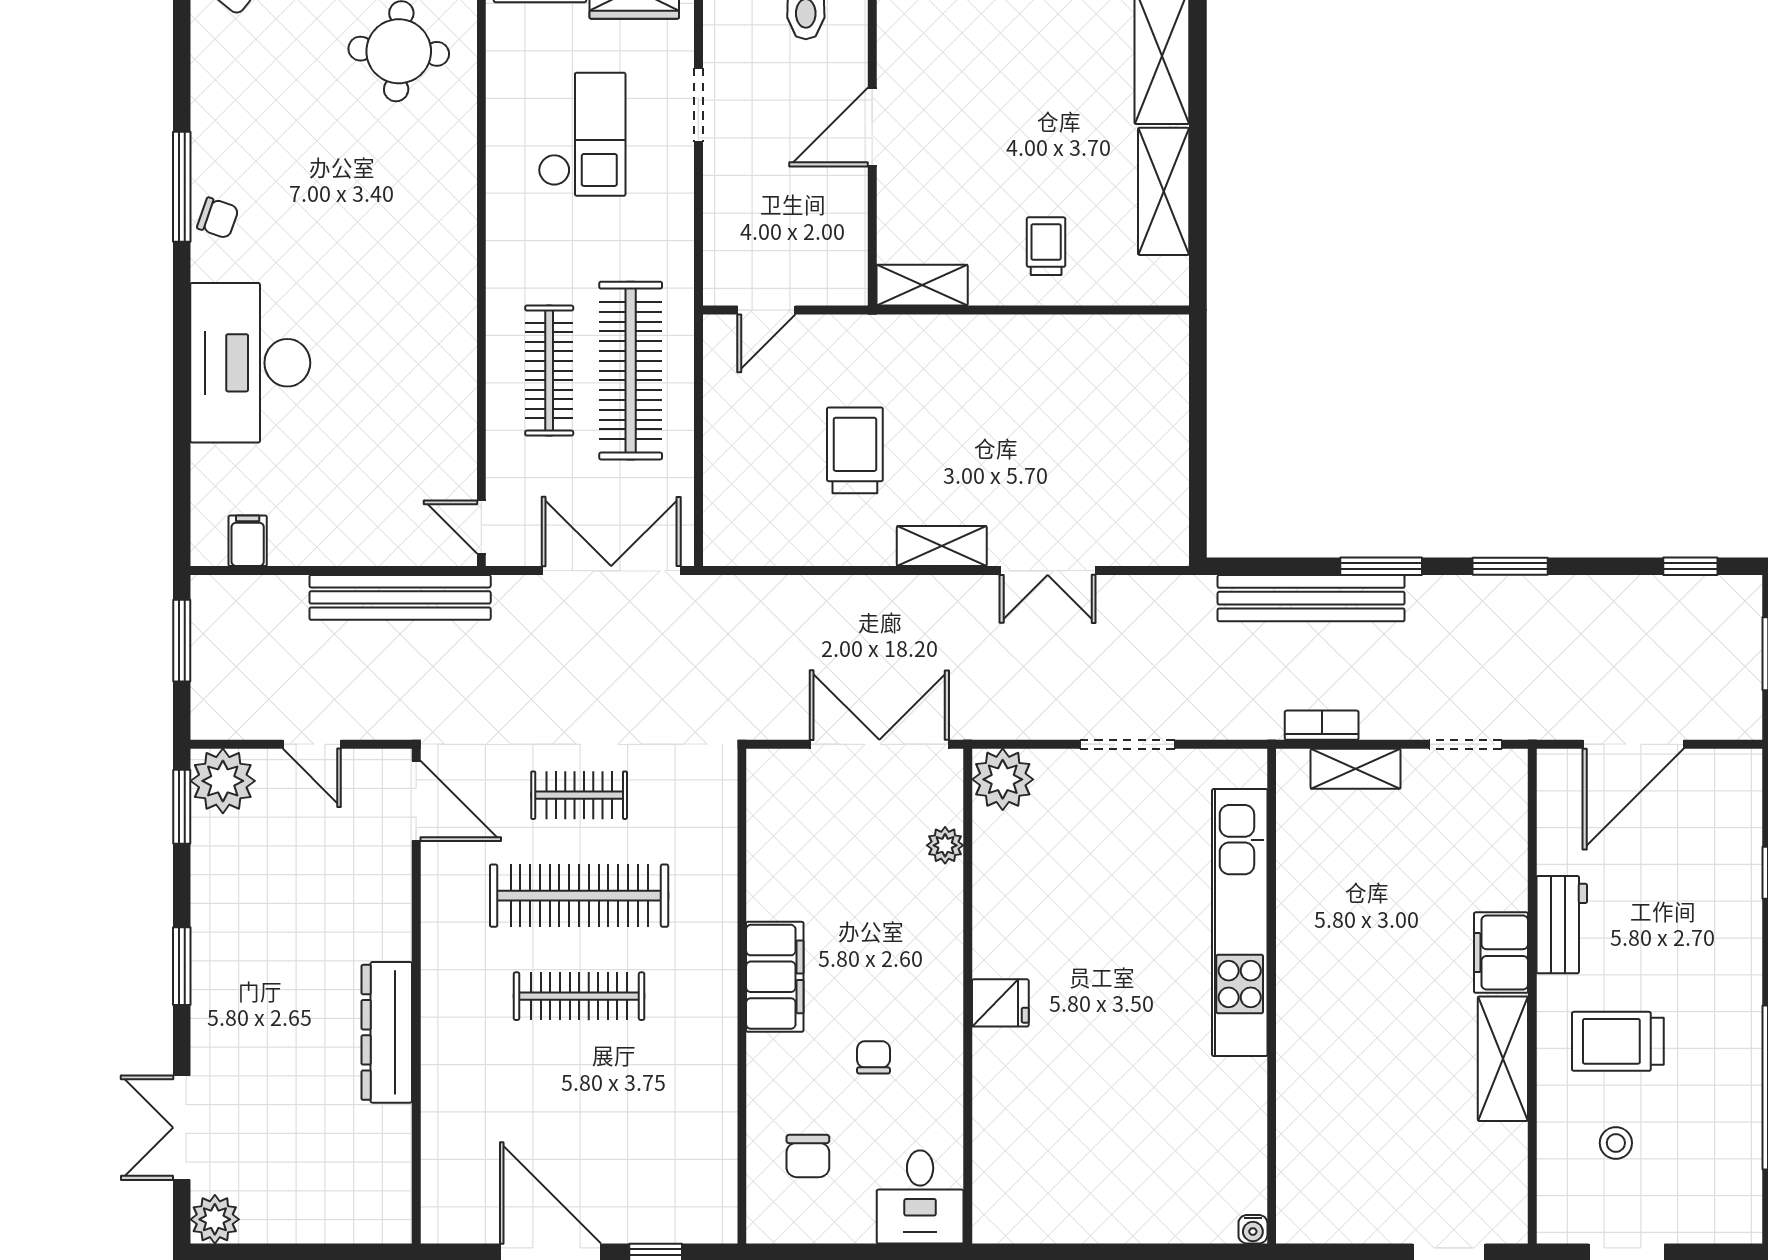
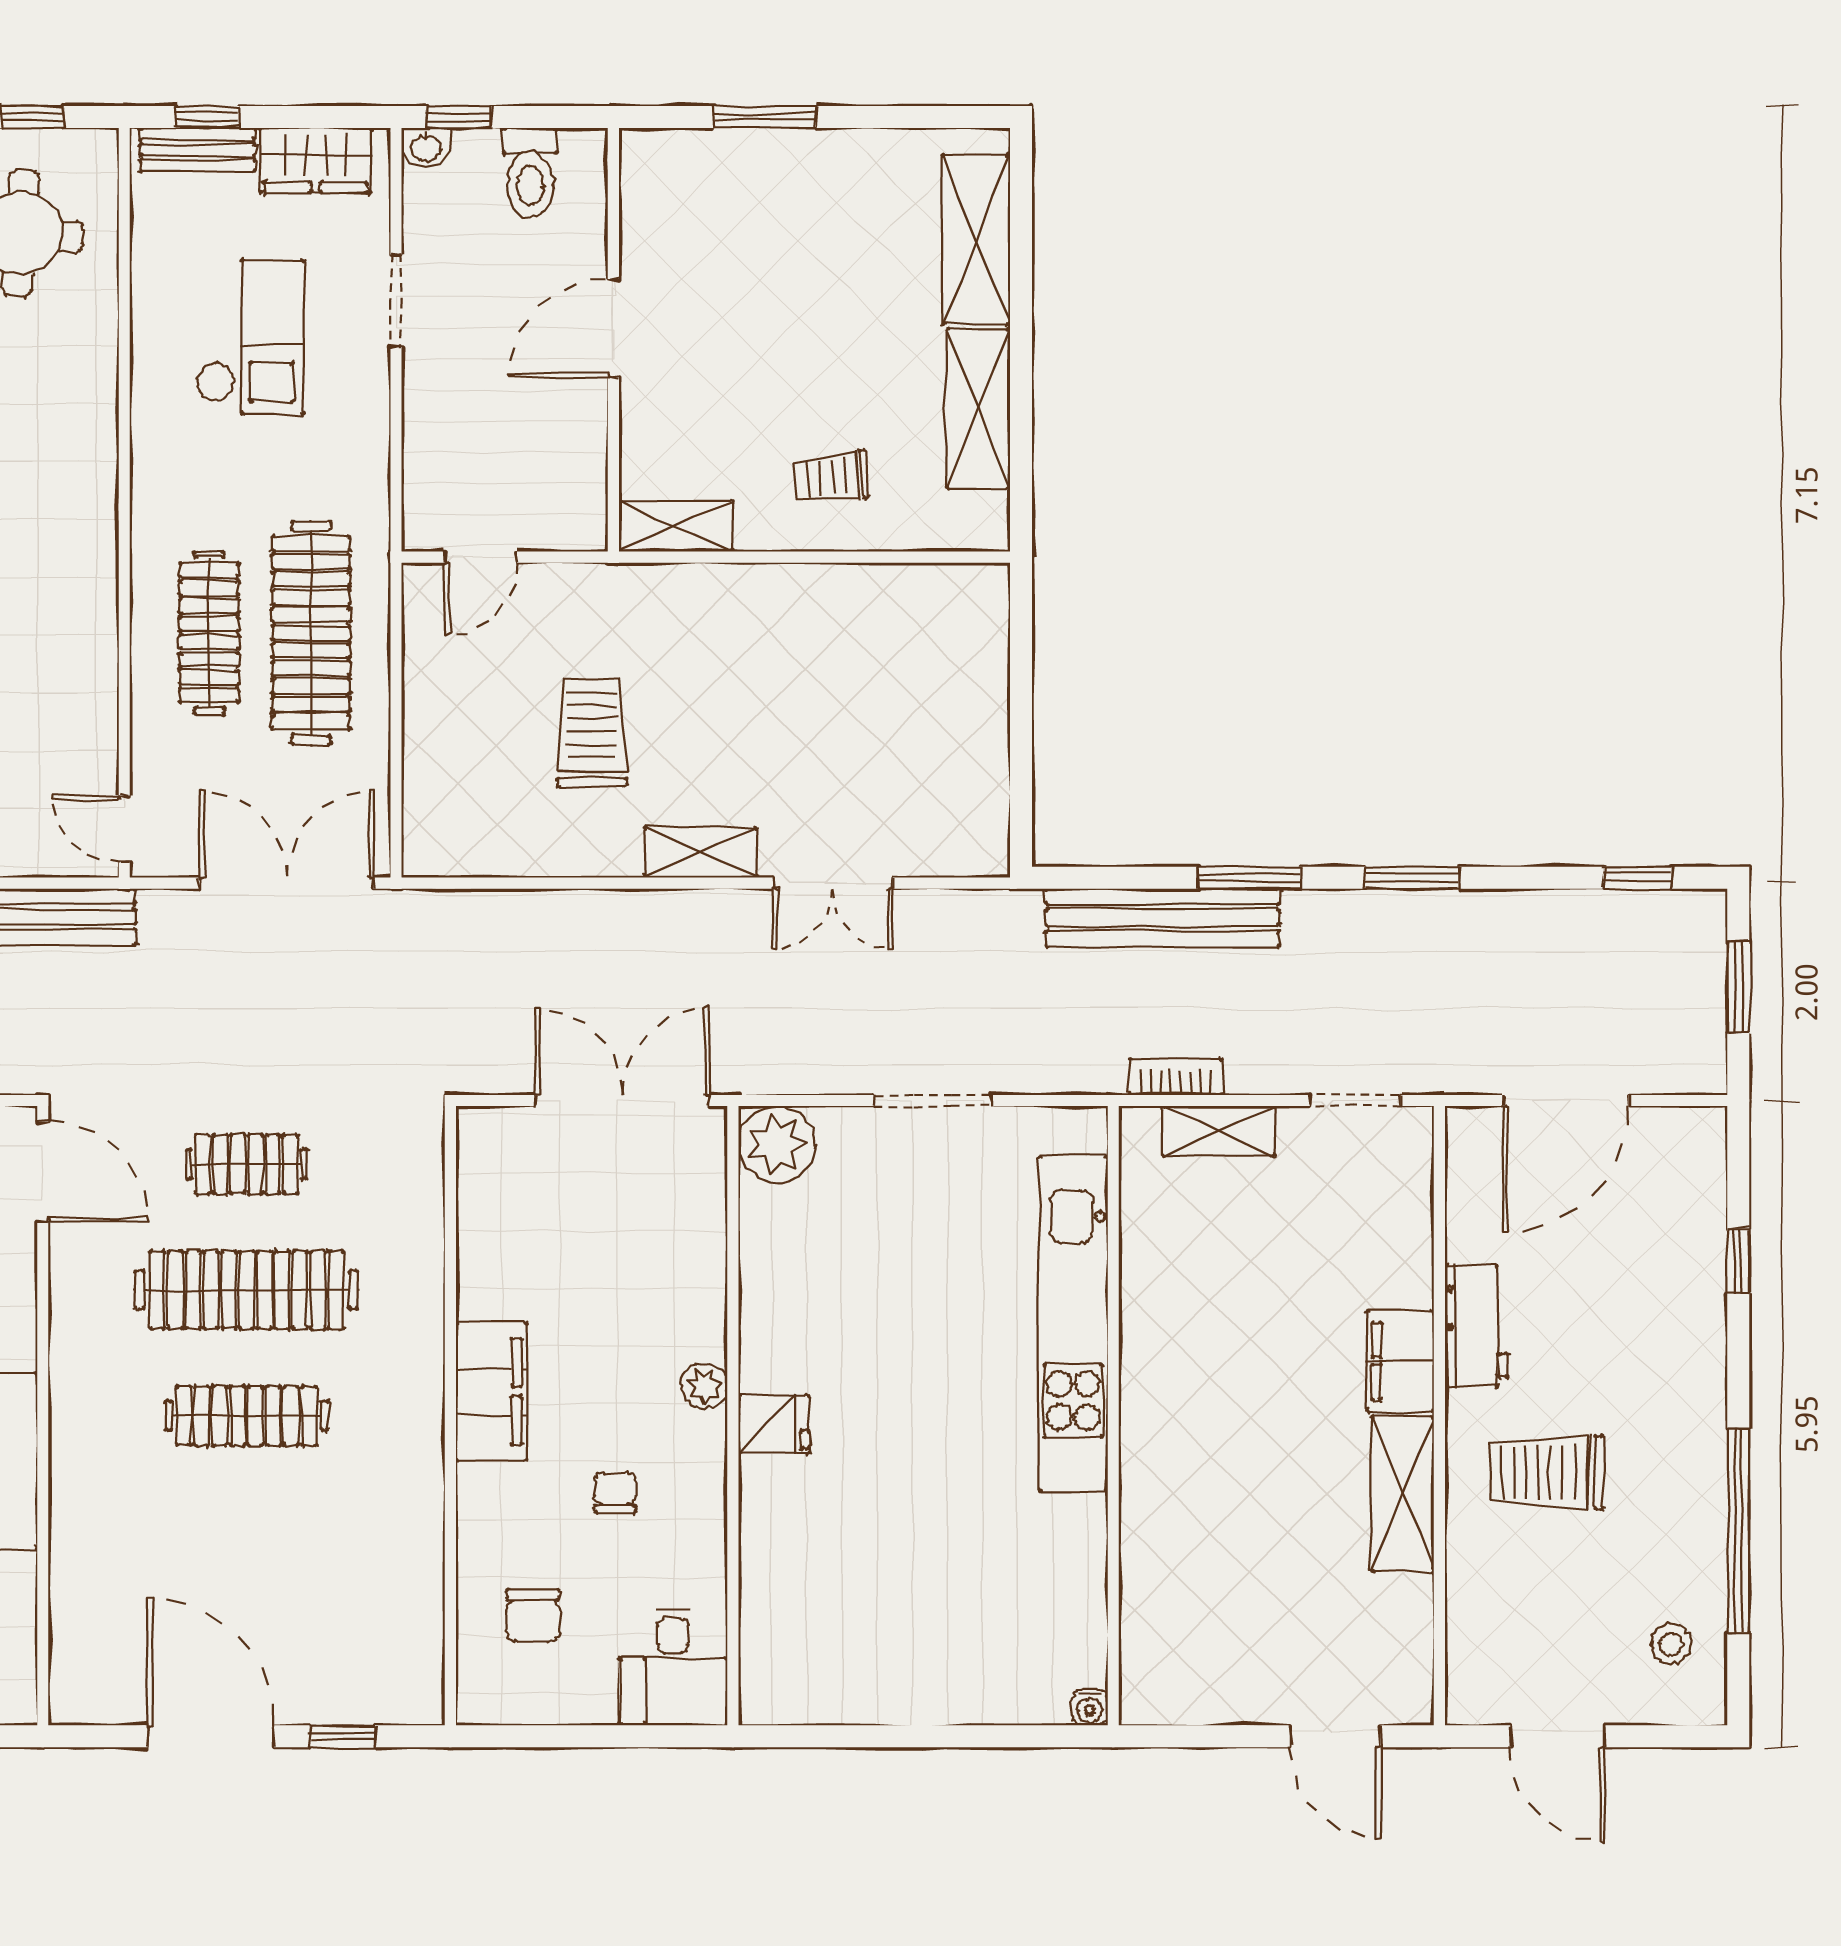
trolley: (1046, 246) -> (831, 477), turned -95
plant: (945, 845) -> (705, 1386), moved
stool: (1616, 1143) -> (1671, 1644), moved

